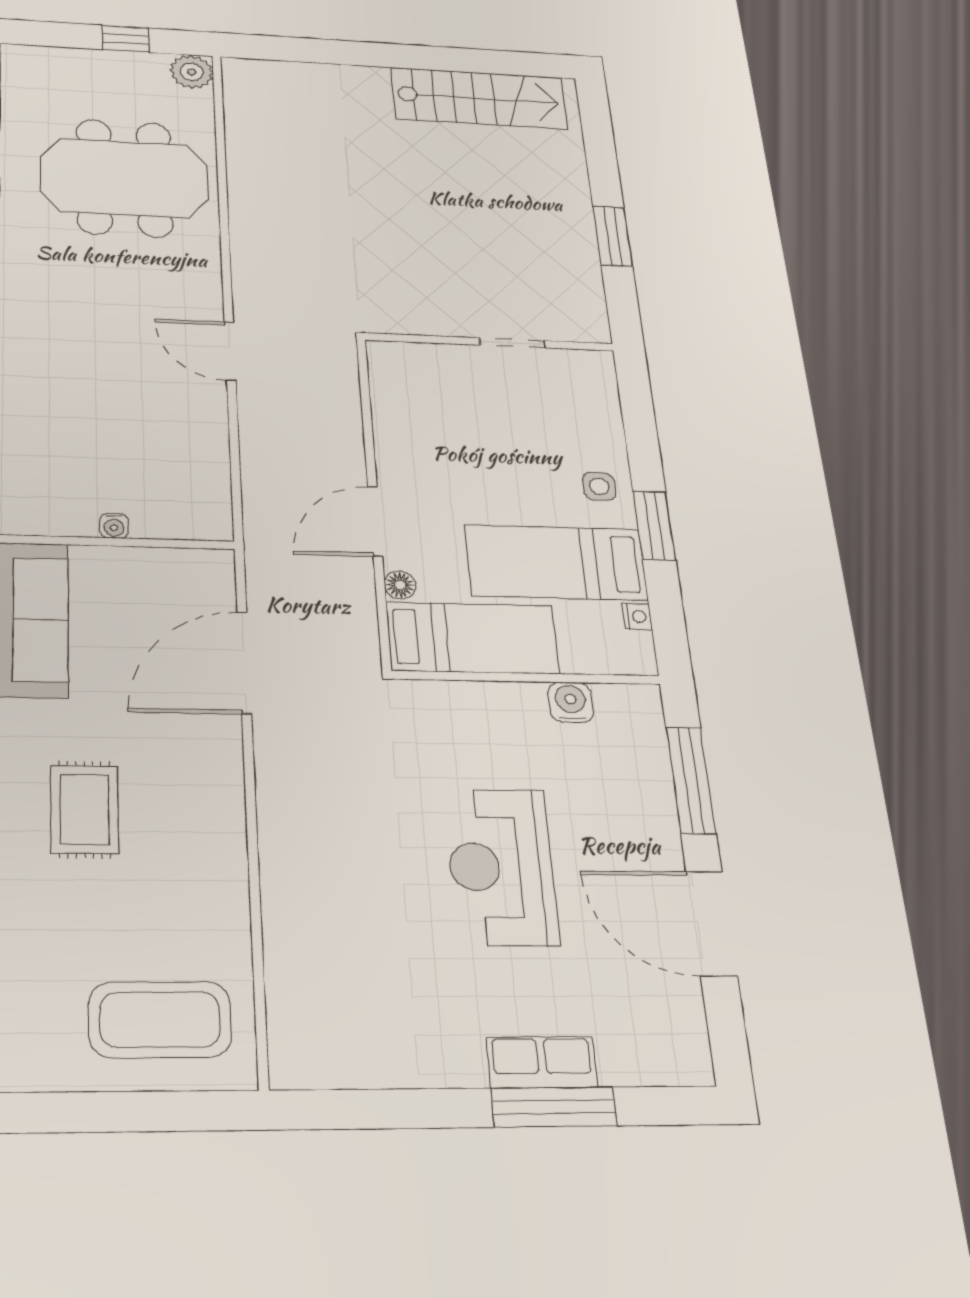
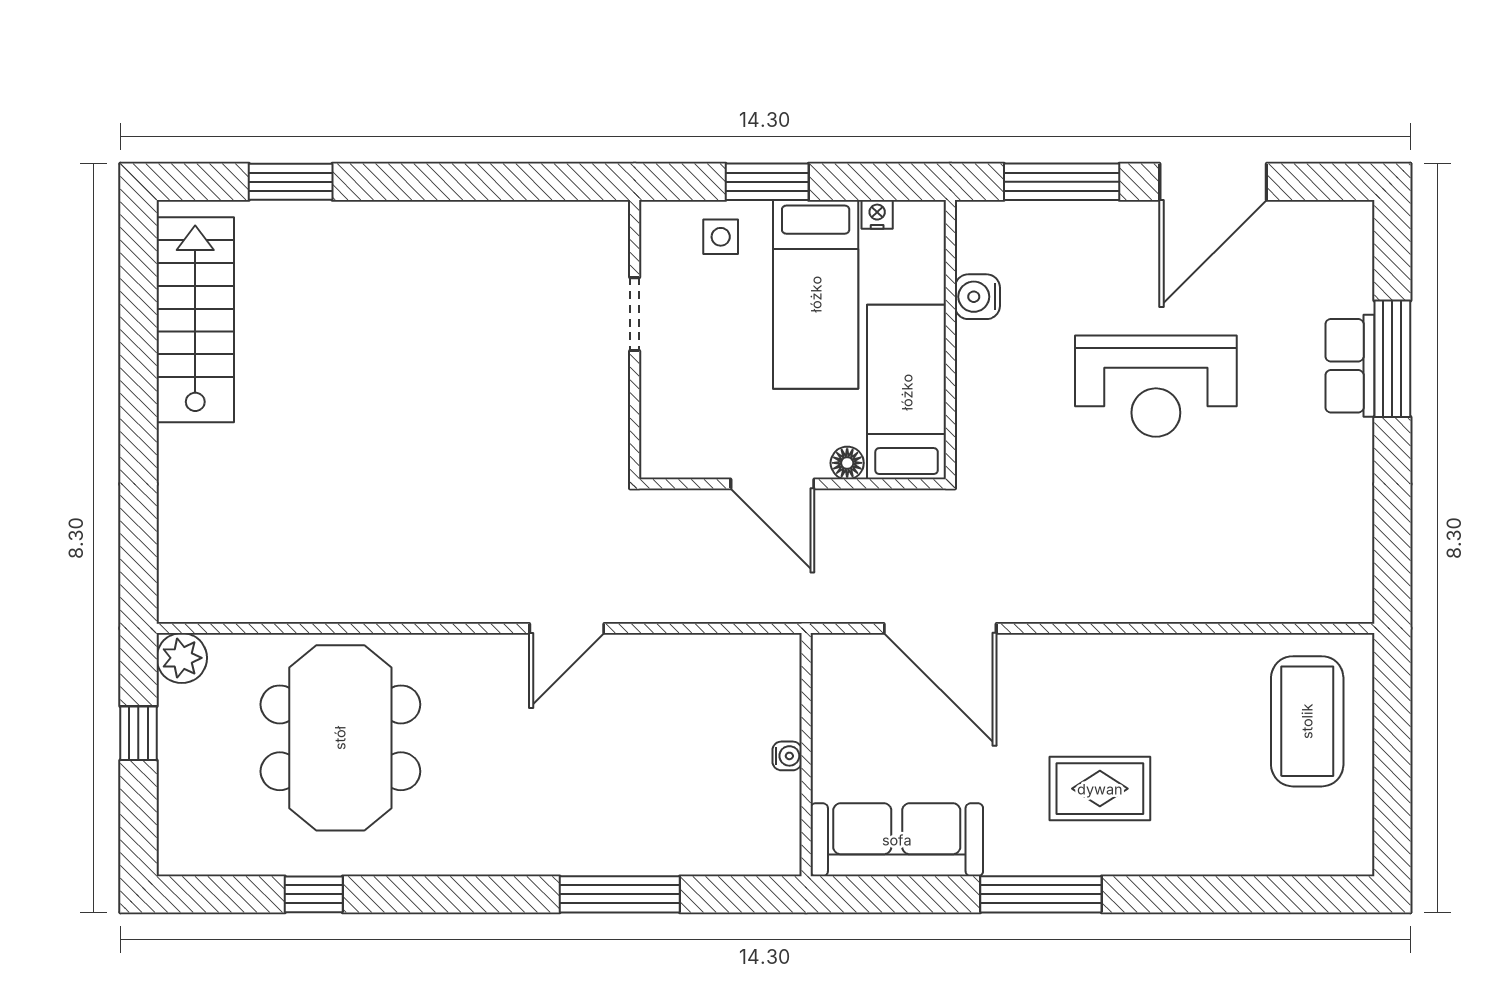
window: (613, 236) -> (291, 182), moved
wall: (490, 342) -> (635, 340), moved
doorway: (512, 343) -> (635, 314), moved

